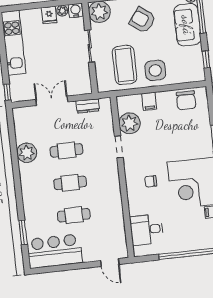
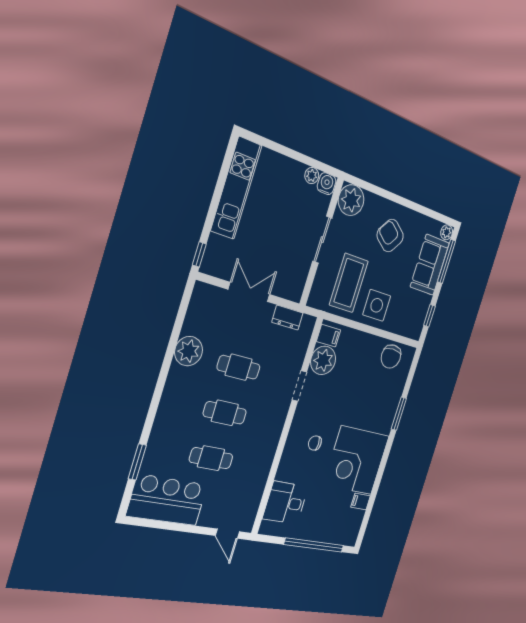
fridge: (49, 15) -> (294, 173), removed
filing cabinet: (149, 101) -> (329, 336), moved, turned -90

